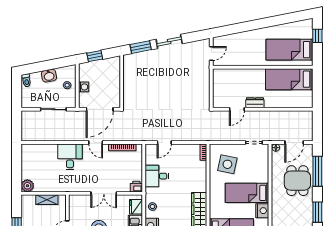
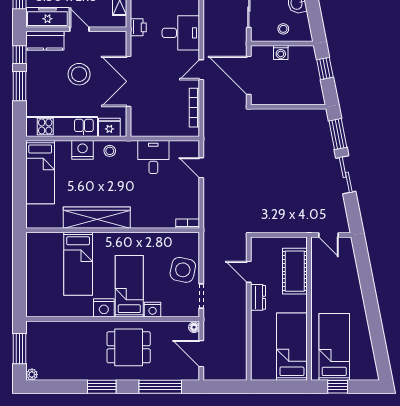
window: (317, 36) -> (338, 387), moved
cot: (236, 77) -> (295, 271), added
side table: (227, 164) -> (183, 270), moved
nightstand: (263, 177) -> (153, 310), added
dining table: (297, 181) -> (129, 347), moved
printer: (136, 187) -> (138, 27), moved
double door: (104, 193) -> (128, 81), width x1.37

